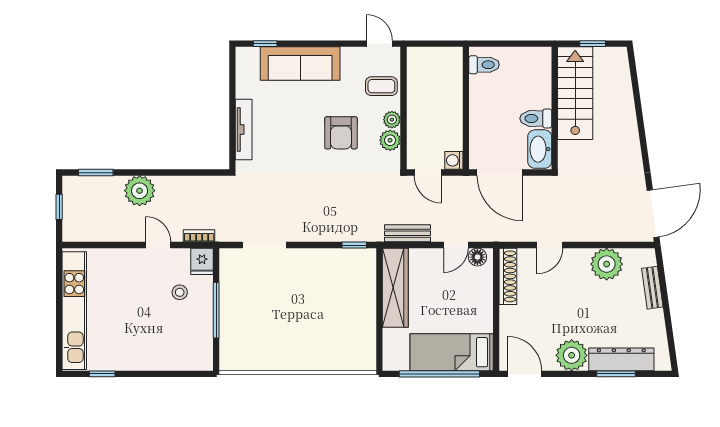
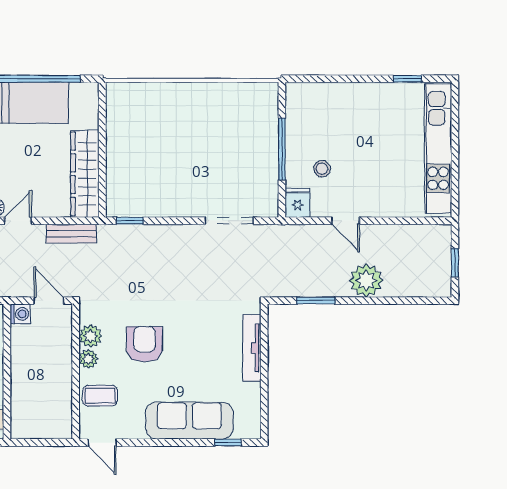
window: (96, 173) -> (316, 301), moved
bookcase: (199, 236) -> (301, 231), removed

